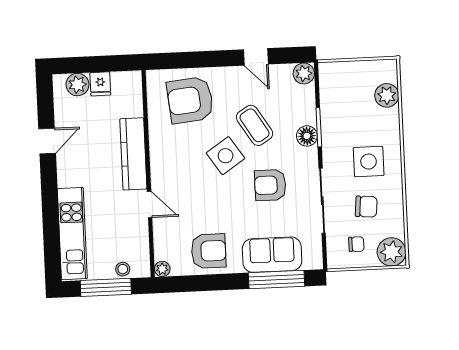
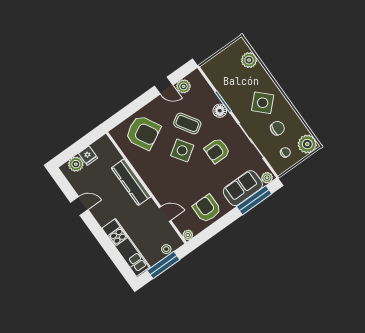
plant: (304, 73) -> (184, 86), moved
armchair: (190, 100) -> (143, 133), turned -112
door: (47, 141) -> (79, 206), hinge flipped
side table: (369, 162) -> (263, 103), turned 45
door: (150, 205) -> (165, 214), moved
armchair: (209, 251) -> (207, 209), turned -90
plant: (312, 261) -> (267, 178), added

